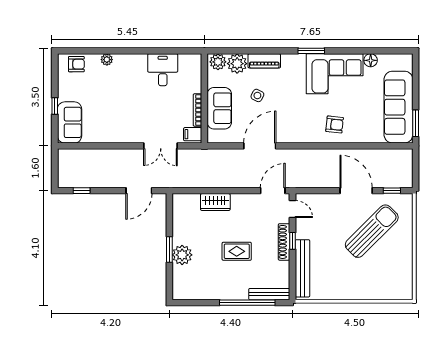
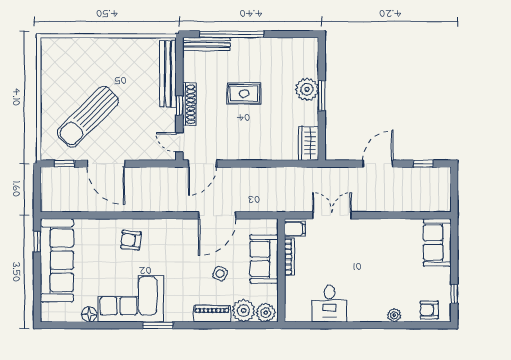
window: (55, 106) -> (454, 294), moved
window: (416, 123) -> (37, 242), width x0.67
door: (139, 191) -> (378, 164), moved
wardrobe: (215, 202) -> (309, 143), moved, turned -90

